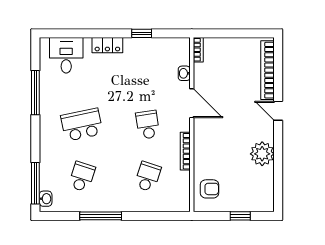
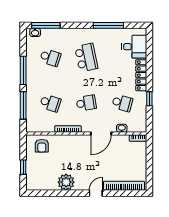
locker: (107, 45) -> (141, 75), width x1.53
school desk: (148, 73) -> (122, 103), added
window: (151, 216) -> (23, 105), added

